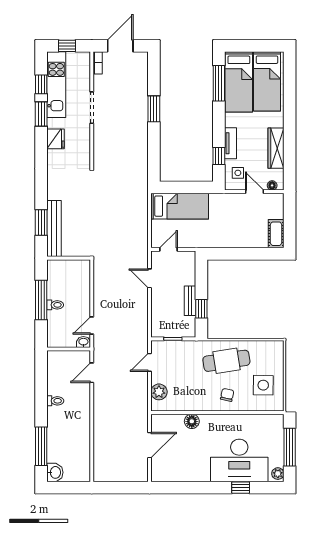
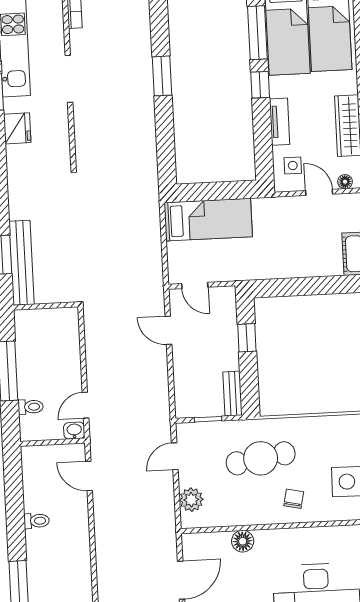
window: (219, 156) -> (260, 85), moved
door: (169, 249) -> (195, 285), swing flipped
bench: (190, 301) -> (233, 394), moved
toilet: (55, 305) -> (31, 407), moved
window: (201, 309) -> (247, 338), moved
cafe table: (226, 361) -> (261, 458), moved
door: (92, 373) -> (89, 476), hinge flipped

